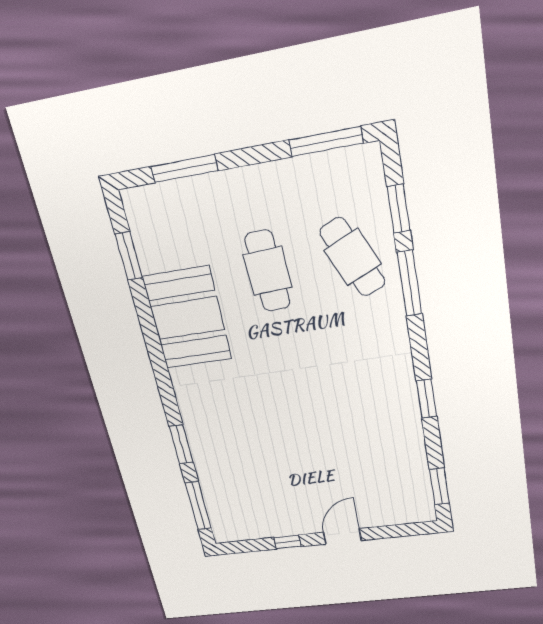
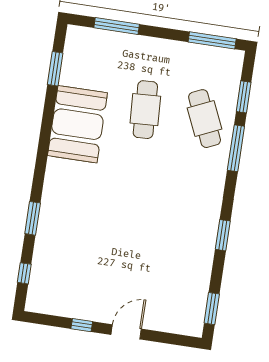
window: (198, 506) -> (24, 273), width x0.46

